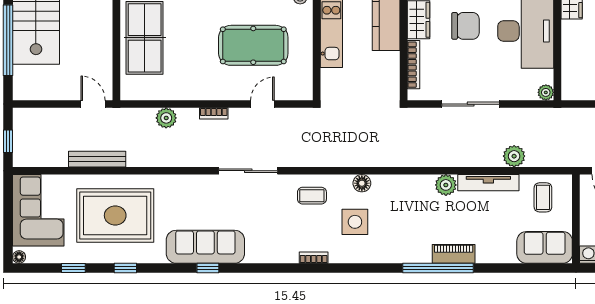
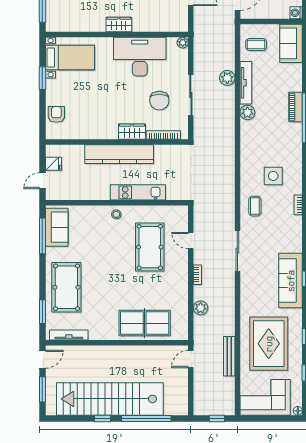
chair: (465, 26) -> (159, 101), moved, turned 180
plant: (514, 156) -> (227, 78), moved
floor lamp: (362, 183) -> (246, 171), removed

